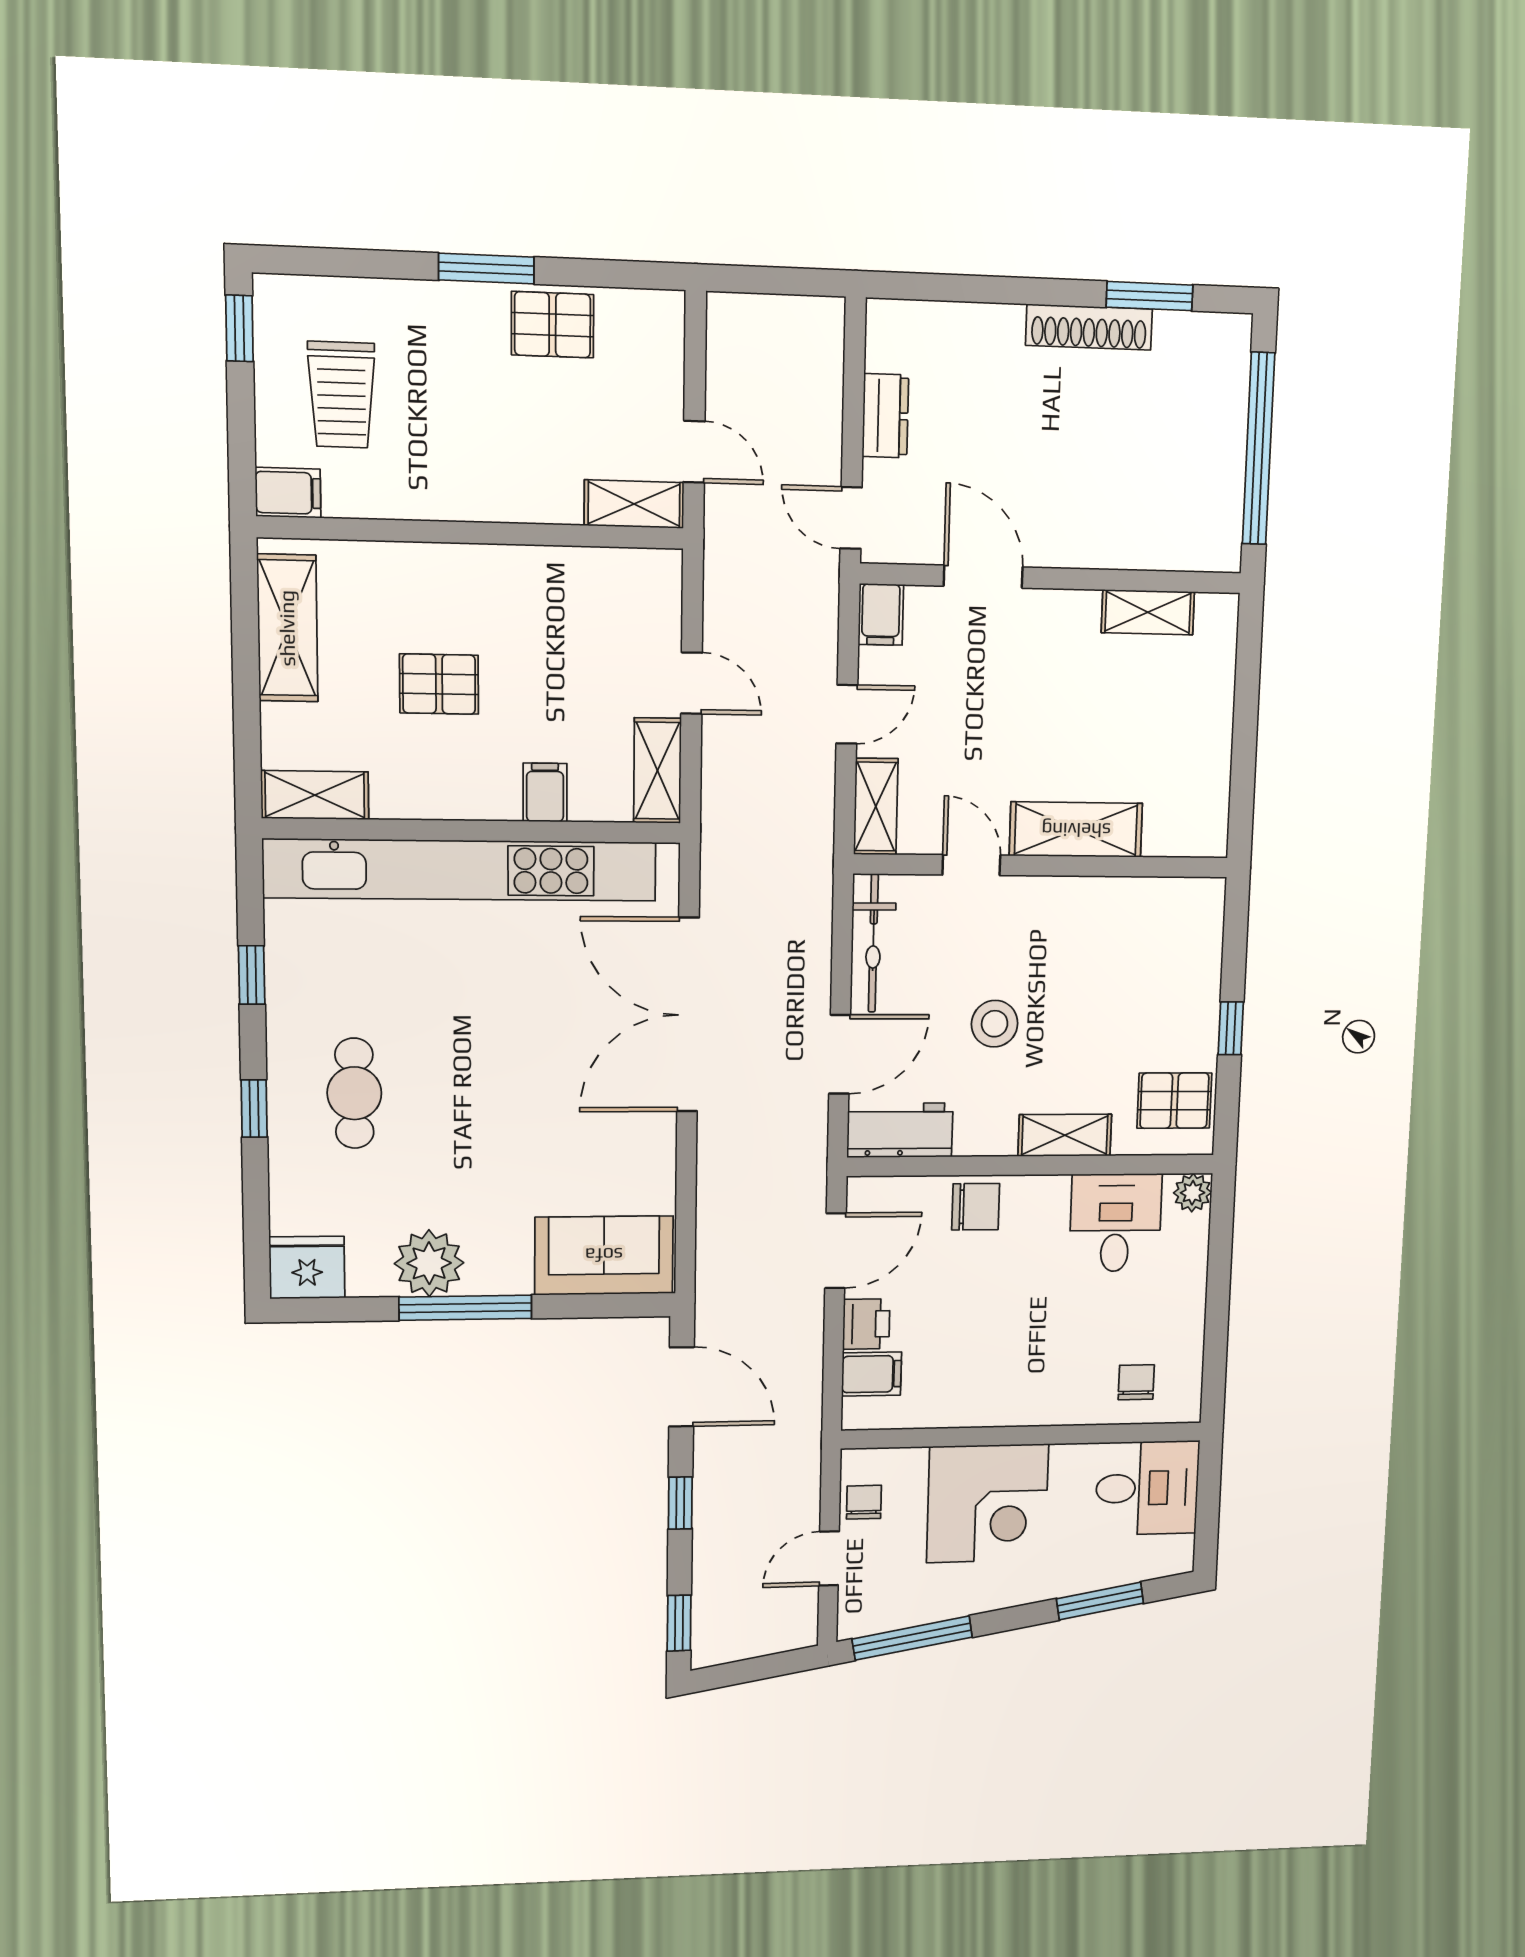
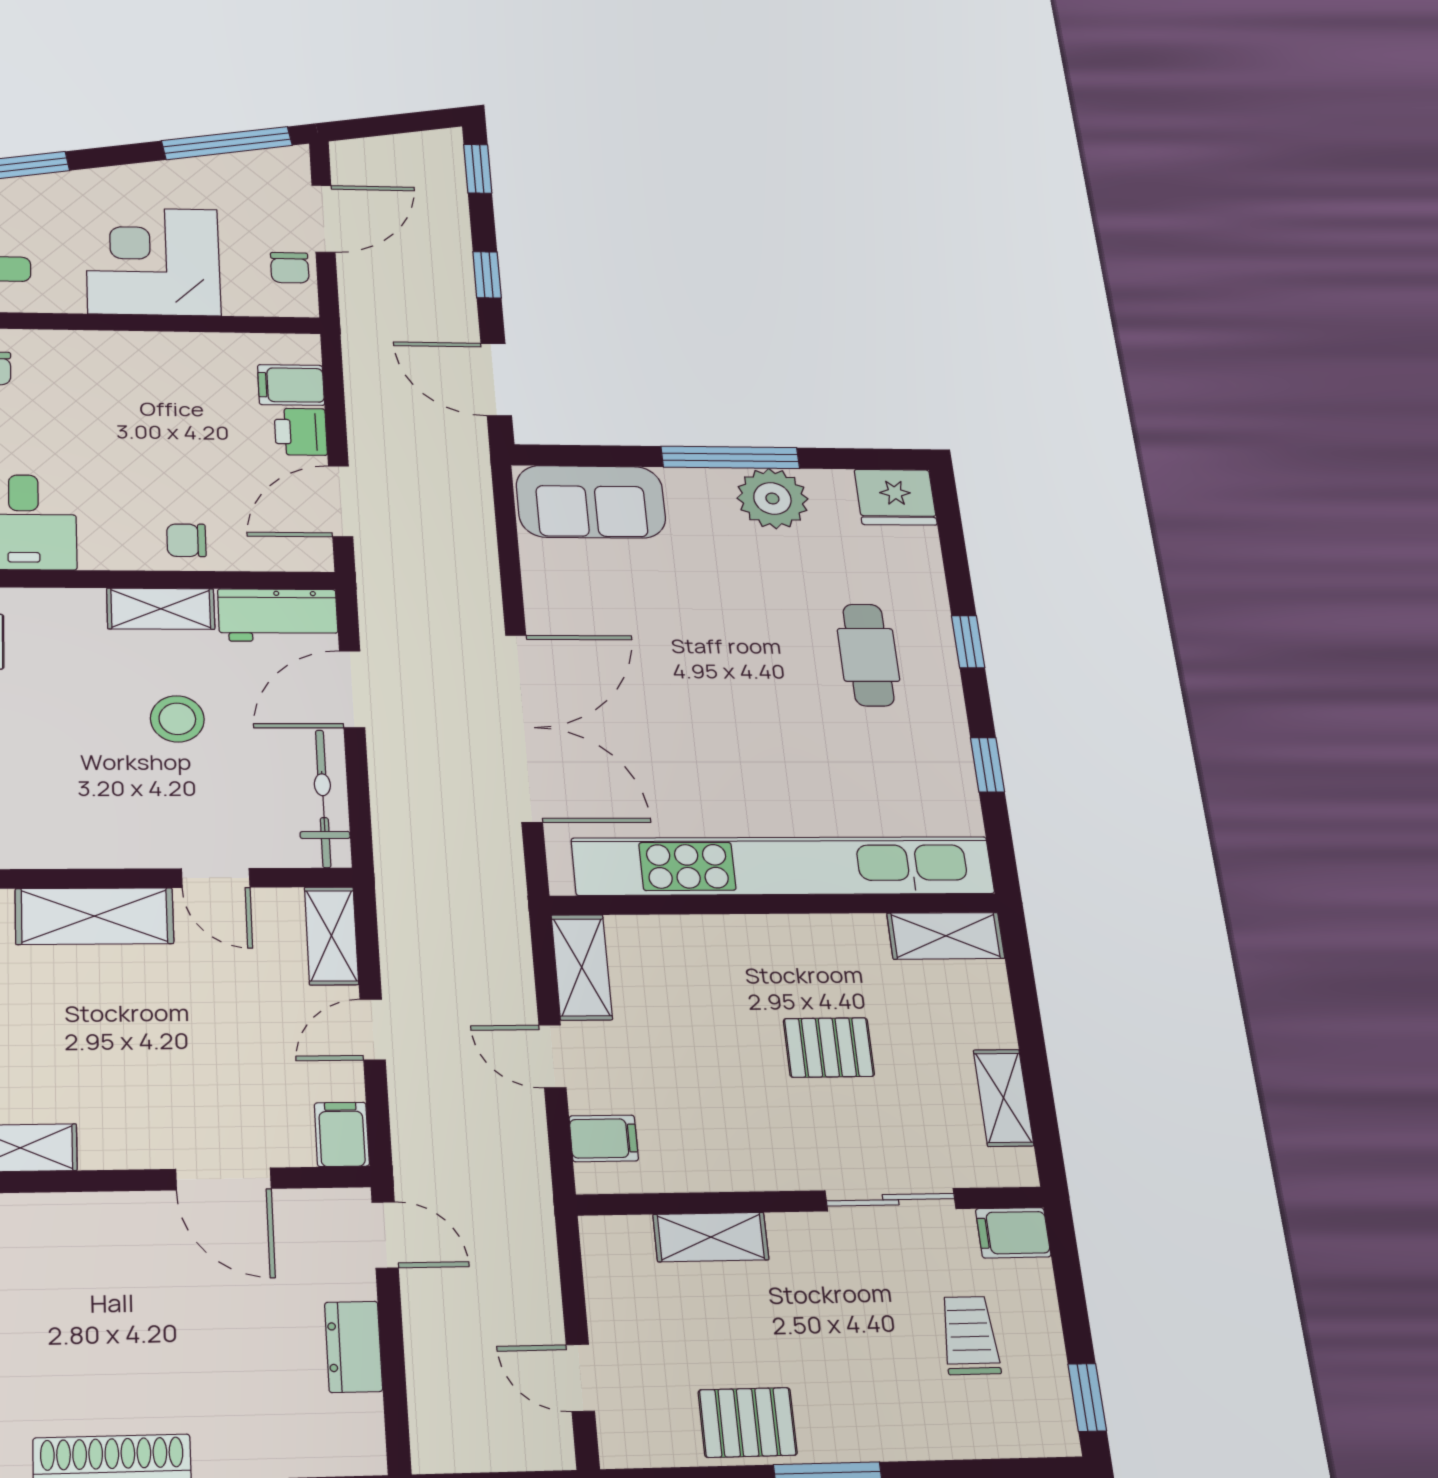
trolley: (341, 395) -> (970, 1335), width x0.73, depth x0.72
door: (694, 452) -> (580, 1378), moved
shelving: (634, 504) -> (711, 1237), moved
sliding door: (399, 531) -> (891, 1200), added
shelving: (287, 628) -> (1003, 1098), width x0.67, depth x0.75
filing cabinet: (545, 792) -> (604, 1138), moved, turned -90
shelving: (1065, 1135) -> (161, 609), moved
chair: (976, 1207) -> (186, 540), width x0.73, depth x0.73
door: (829, 1558) -> (323, 219), width x1.38

